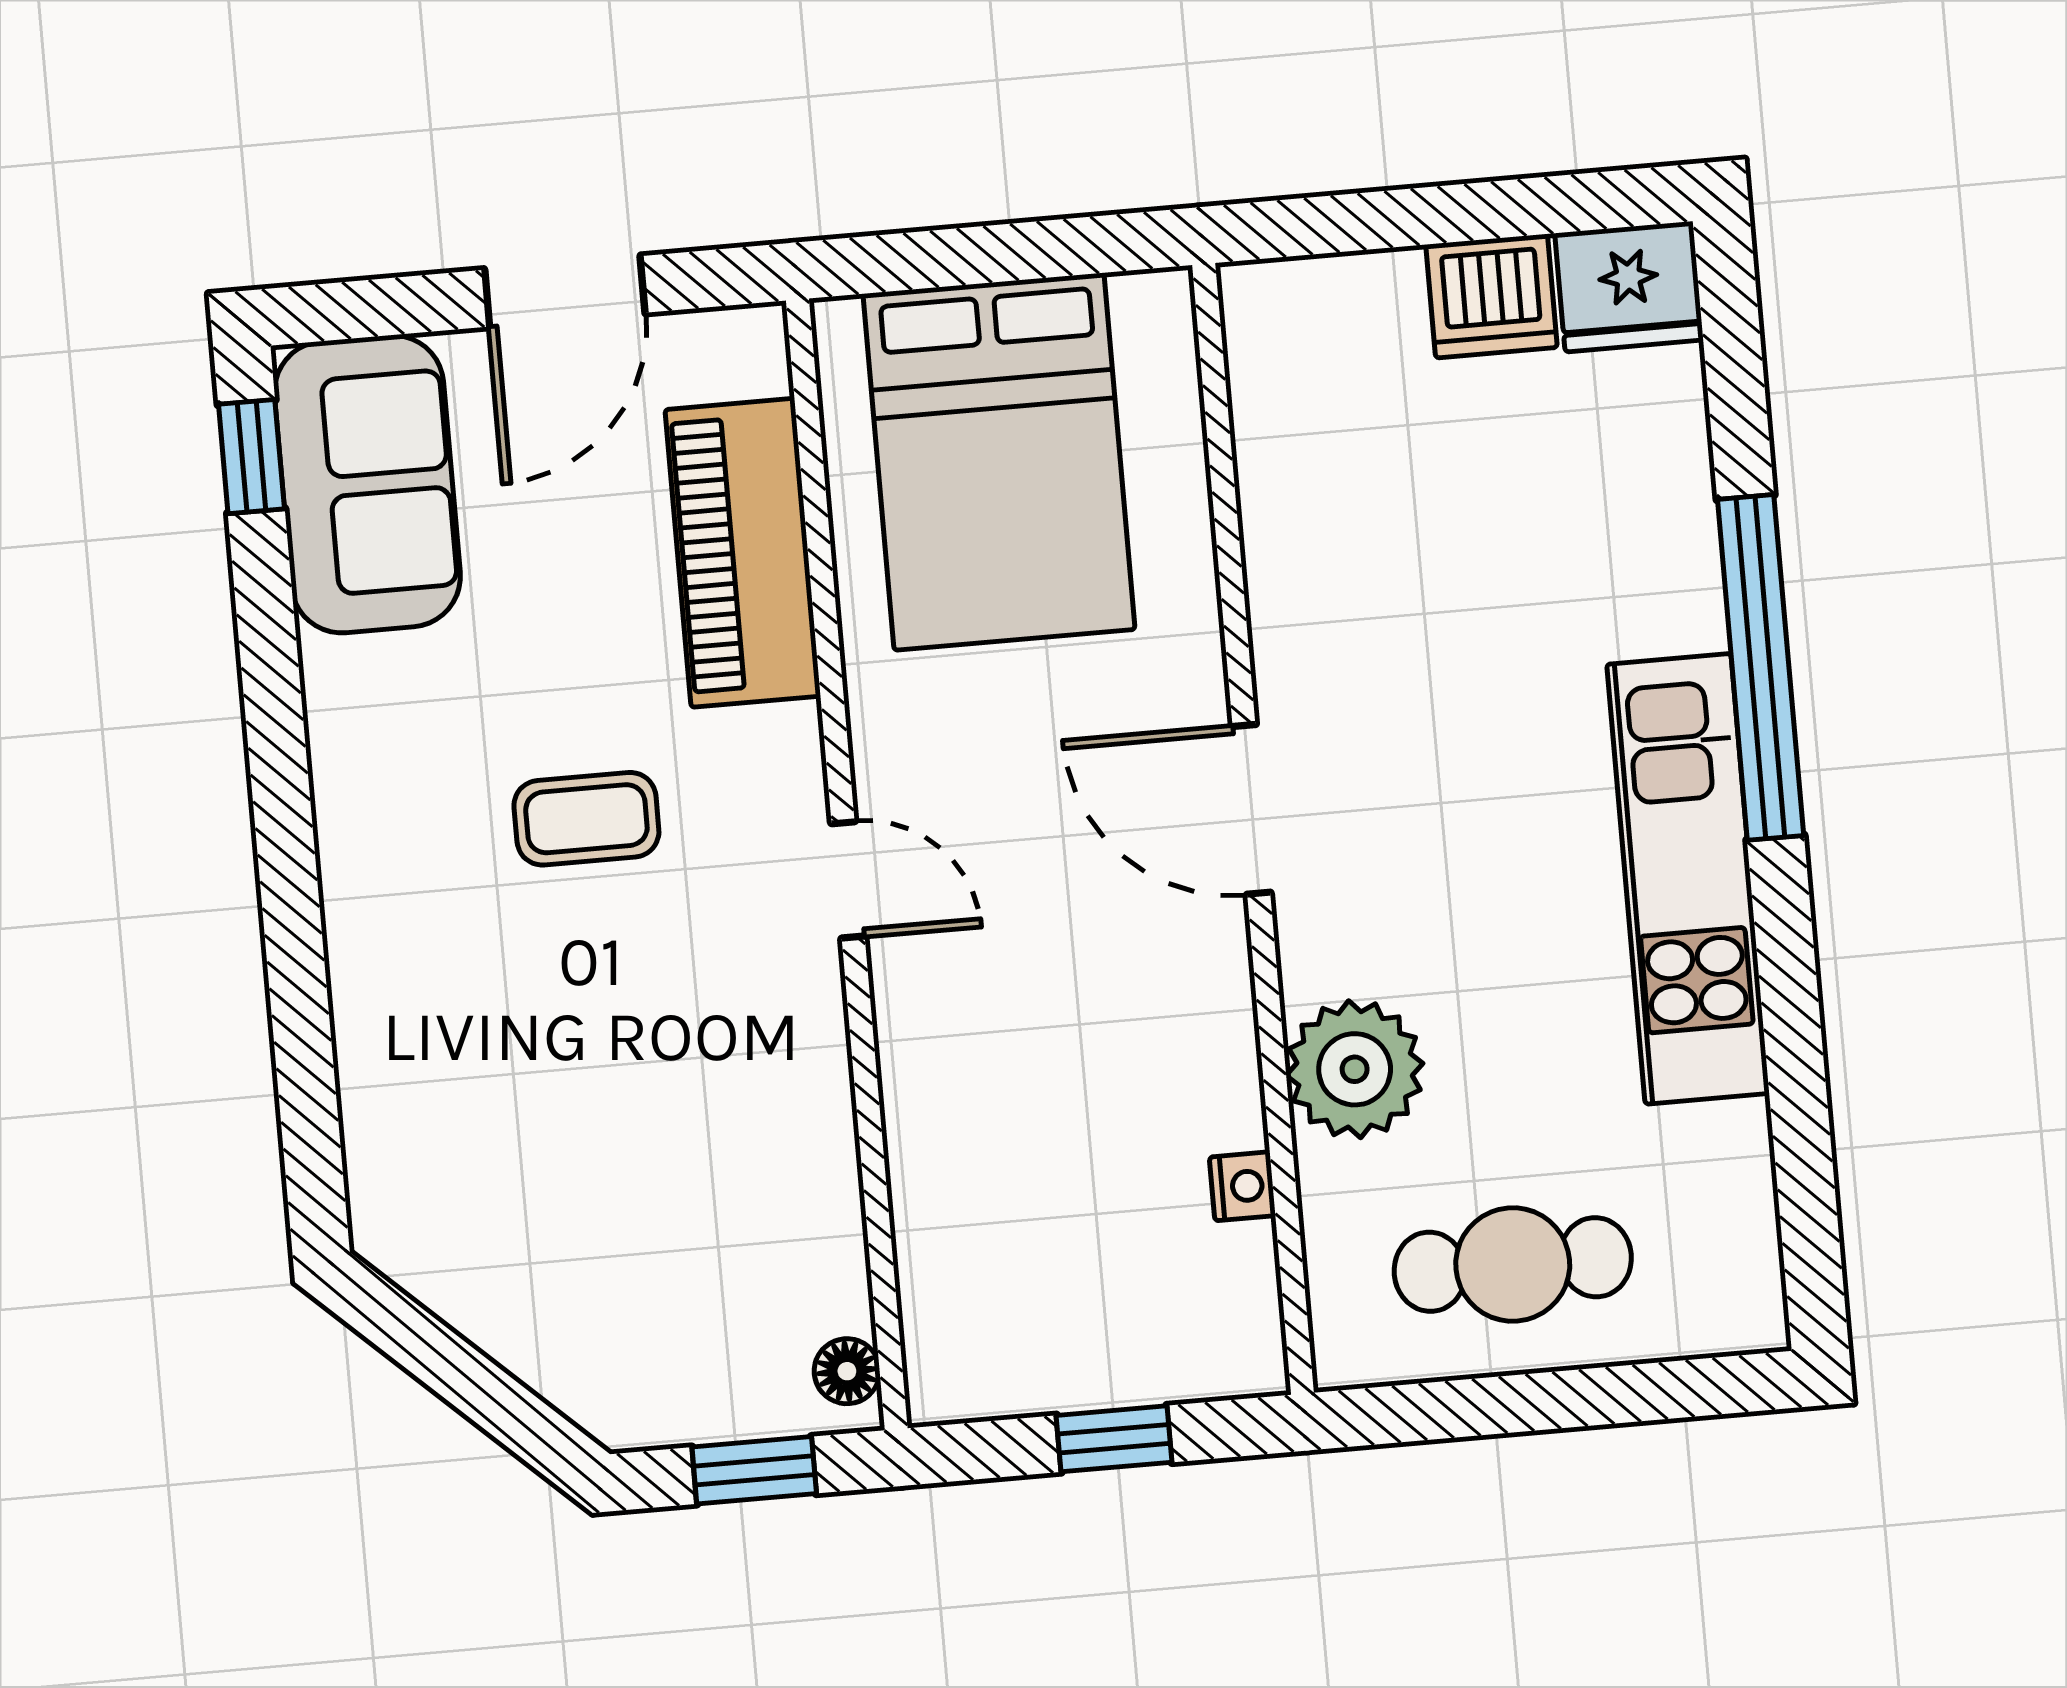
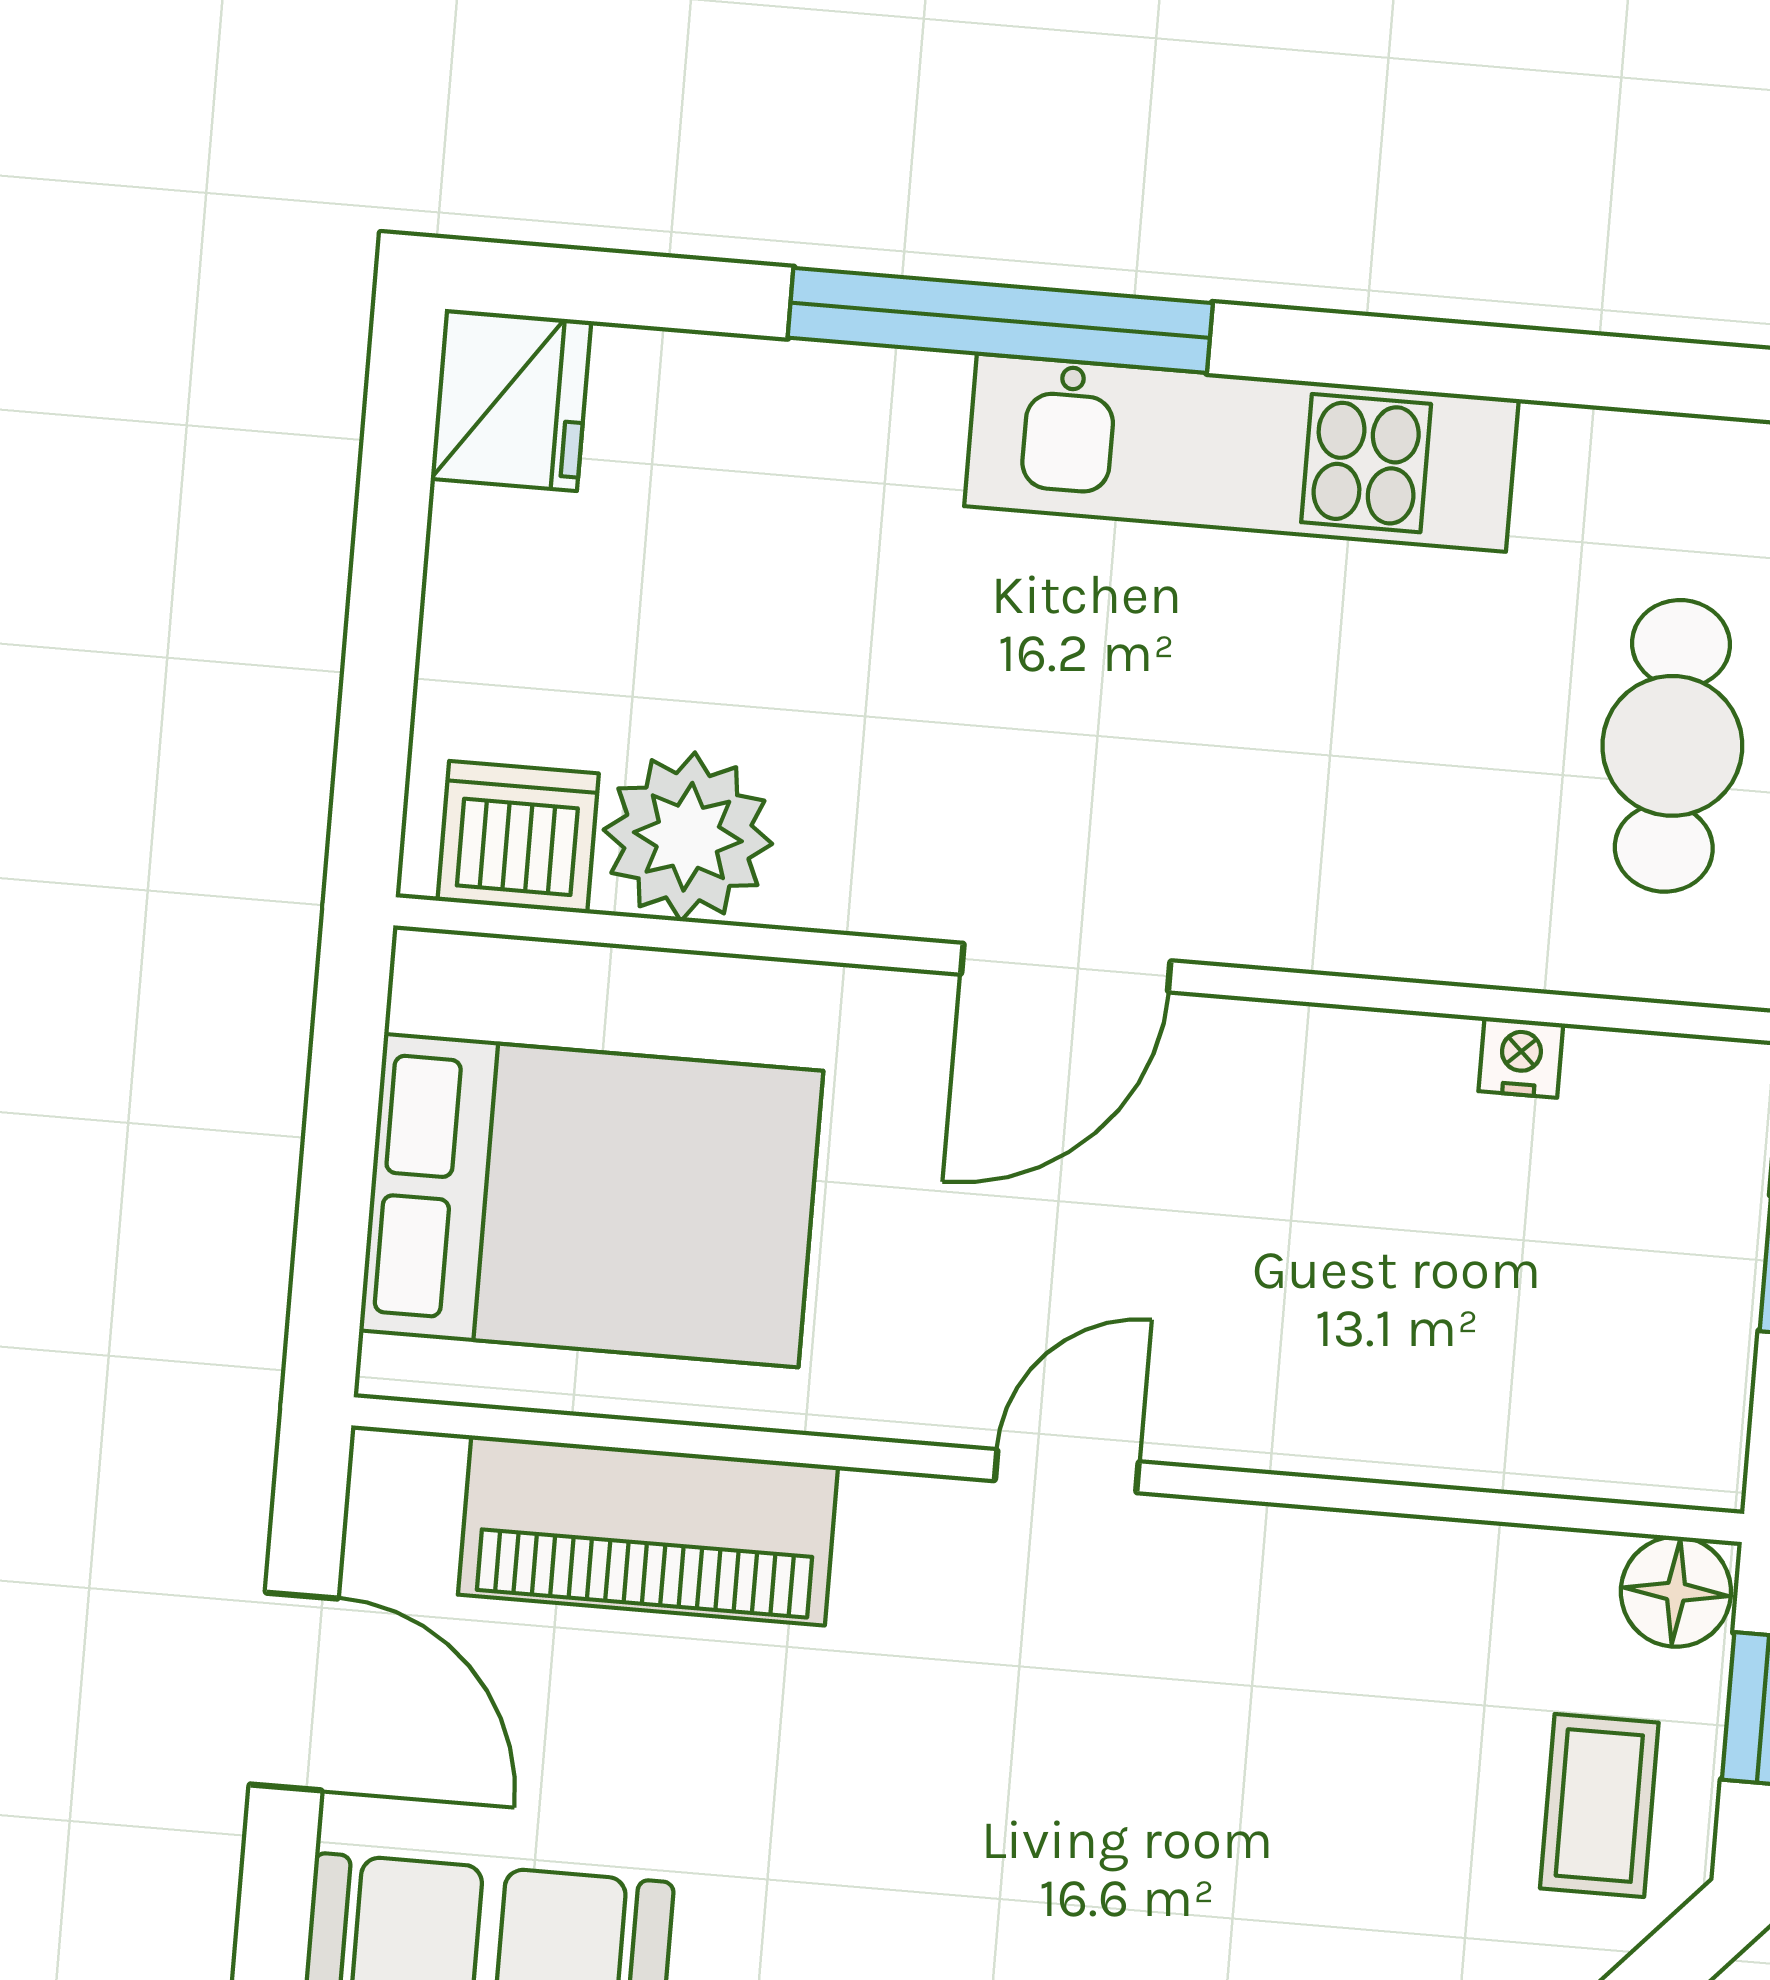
dishwasher: (1492, 296) -> (518, 837), moved, turned -90
coffee table: (586, 819) -> (1599, 1806), moved
plant: (1355, 1069) -> (688, 837), moved
floor lamp: (847, 1371) -> (1676, 1592), width x1.37, depth x1.37

